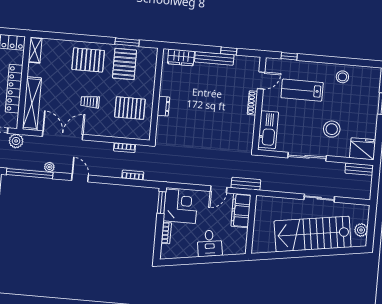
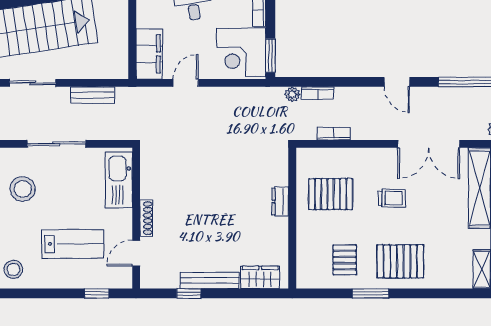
window: (127, 42) -> (370, 293), moved
pallet: (125, 64) -> (345, 260), width x0.67, depth x0.71
plant: (49, 167) -> (292, 94), moved
bench: (246, 184) -> (93, 95), moved

